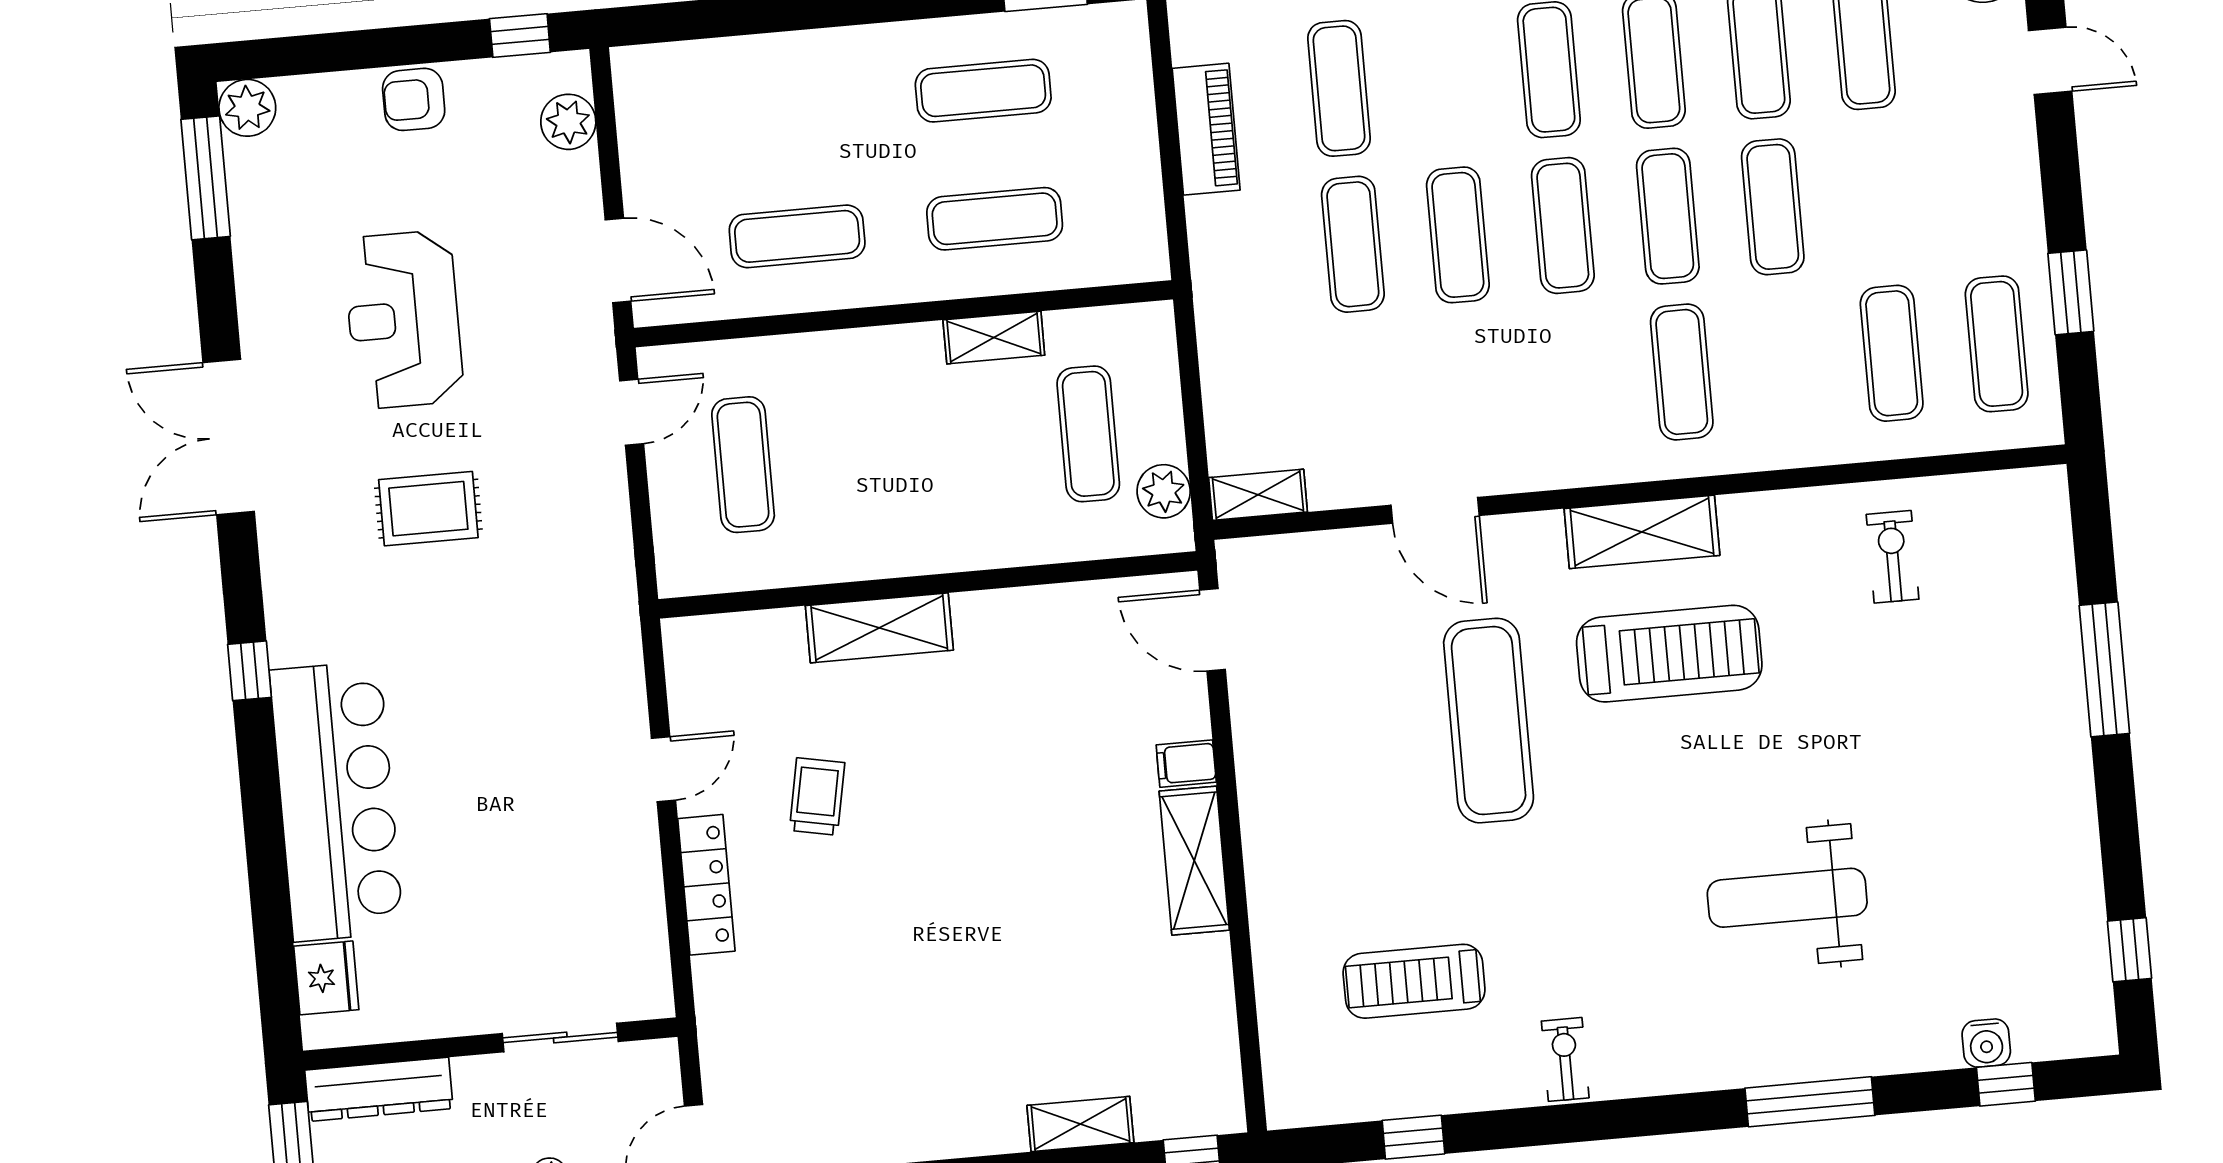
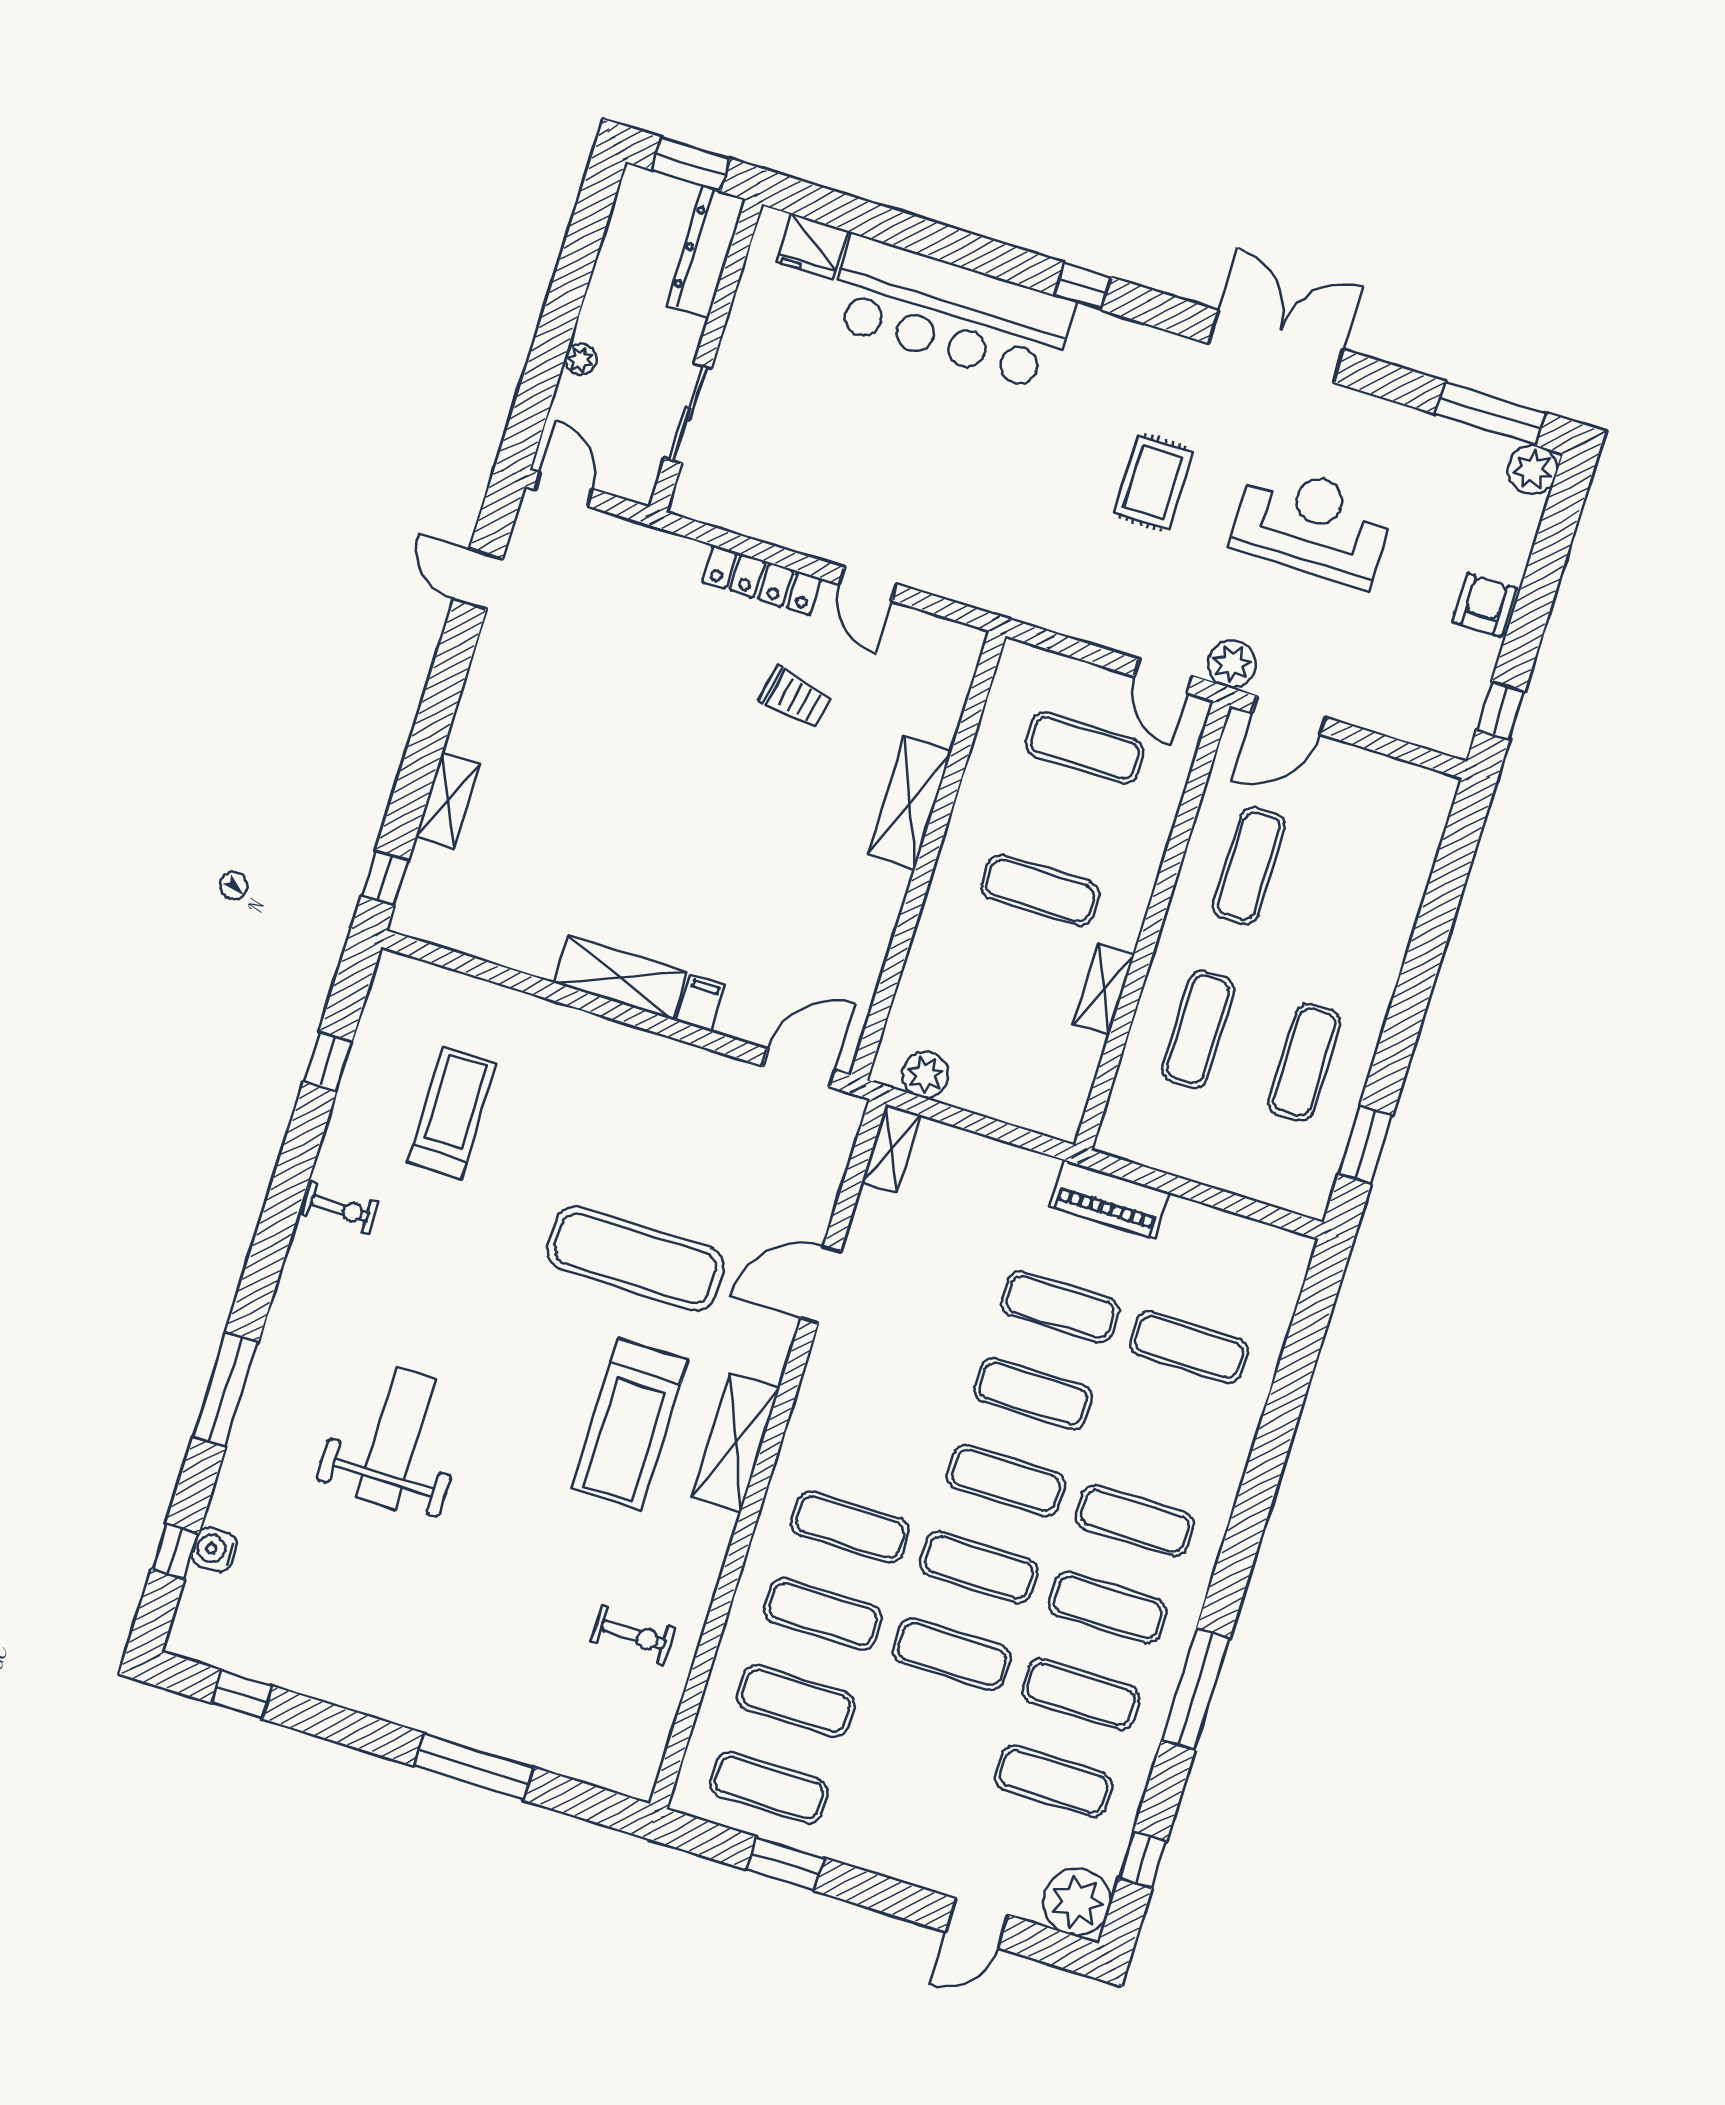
plant: (568, 122) -> (1232, 664), moved
piano: (1206, 129) -> (1109, 1199), moved
exercise mat: (1787, 363) -> (823, 1614), added
exercise mat: (1088, 434) -> (1040, 891), moved

